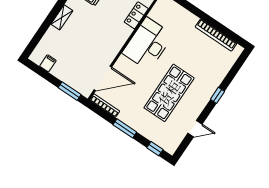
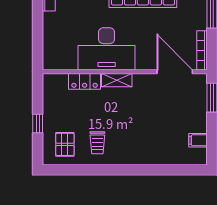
shelving: (62, 17) -> (117, 80), moved

